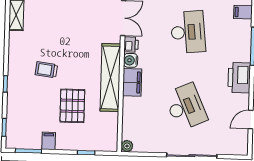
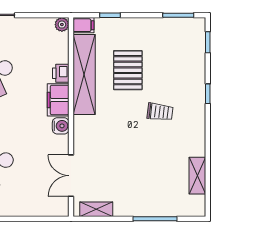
printer: (131, 45) -> (61, 73), moved
shelving: (110, 78) -> (84, 74), moved
filing cabinet: (49, 141) -> (84, 25), moved, turned -90

